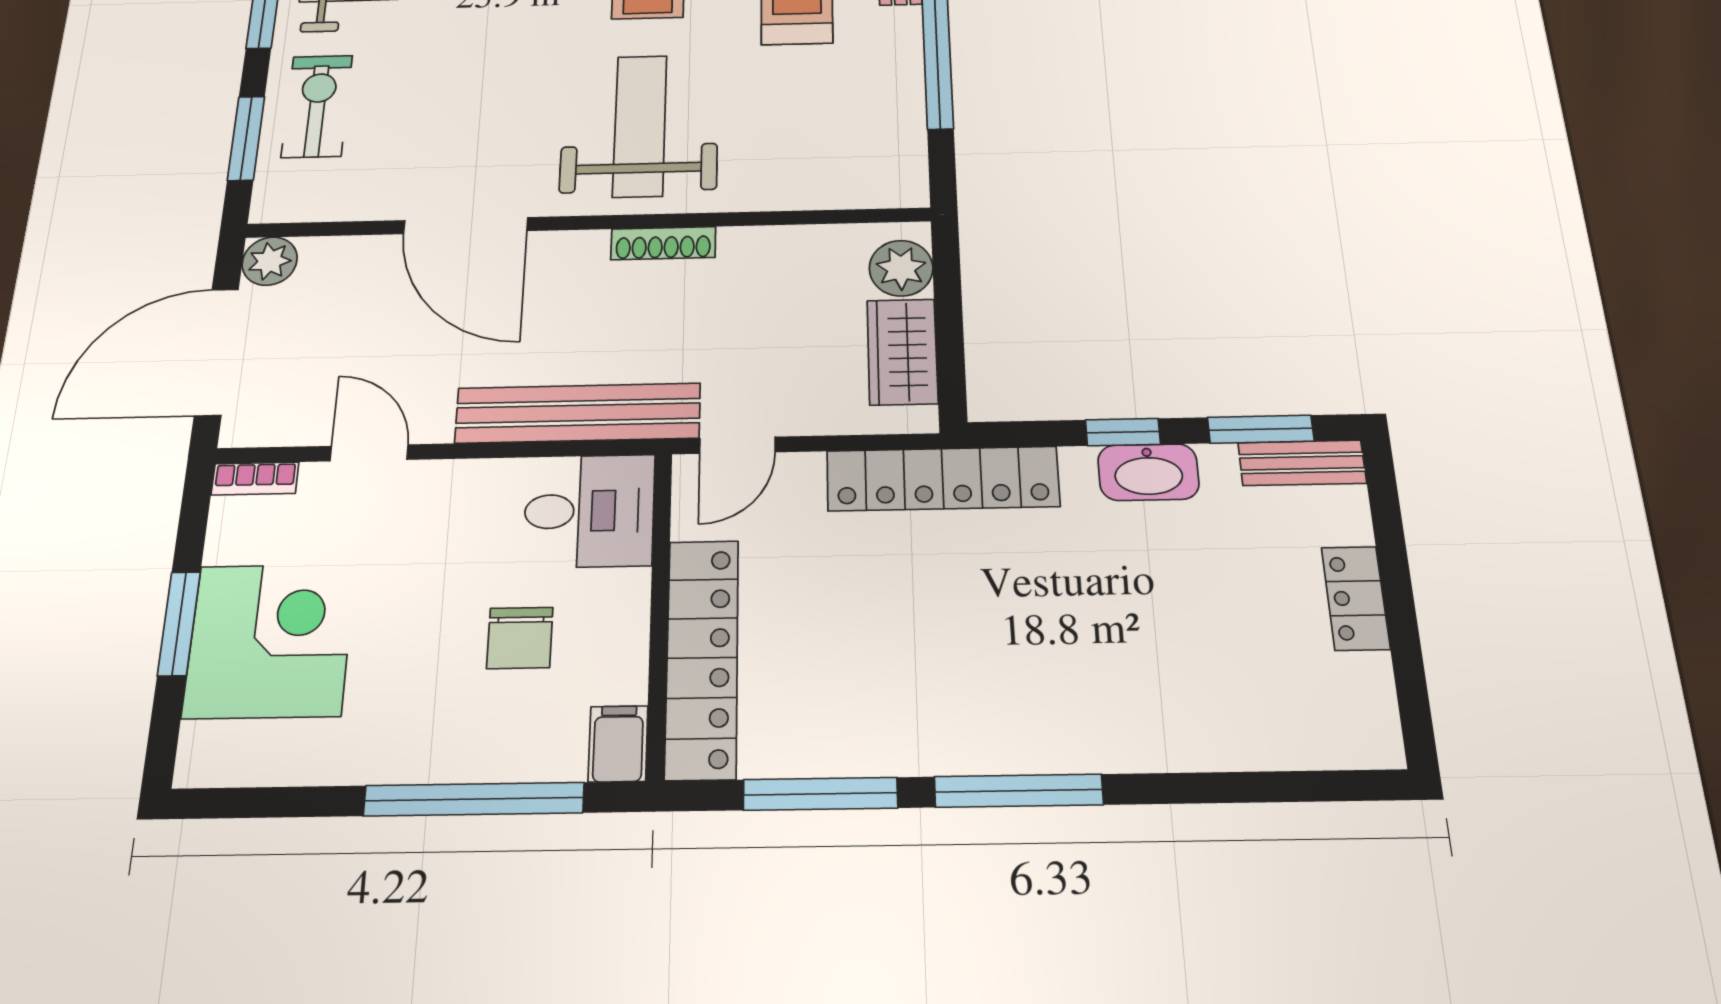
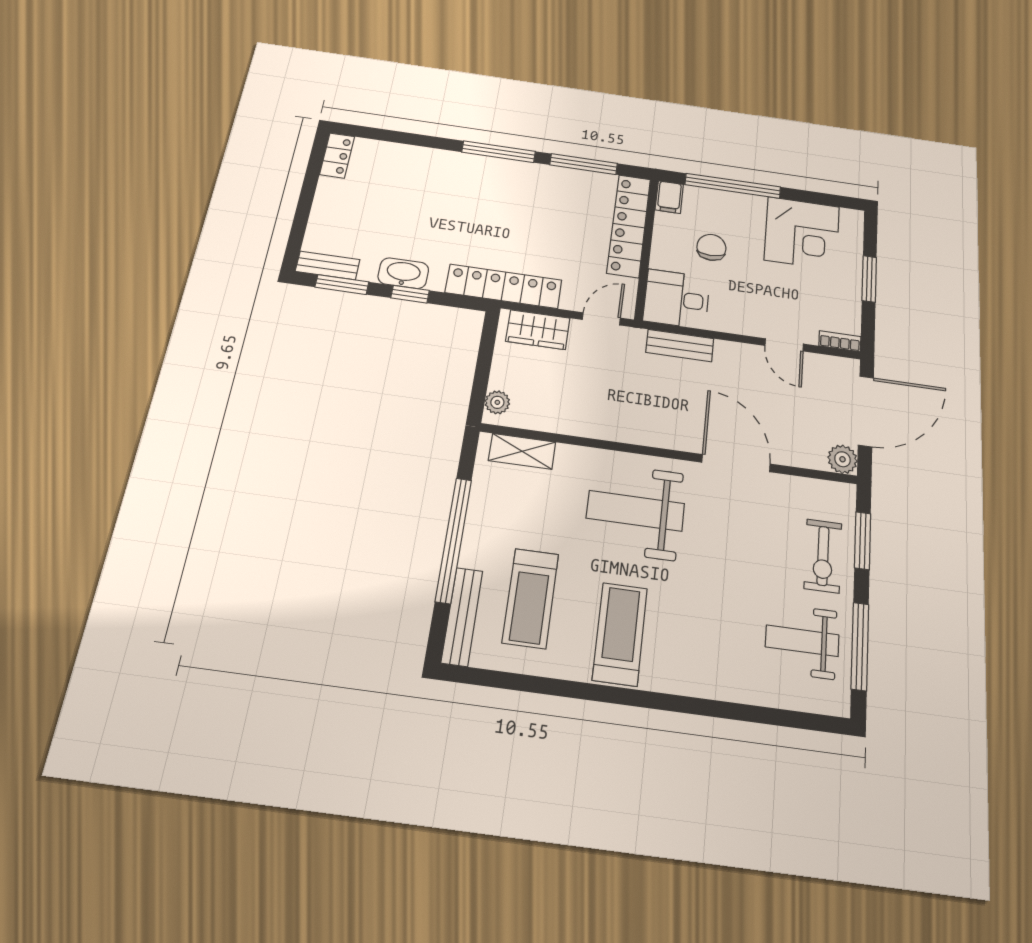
weight bench: (640, 126) -> (635, 511), turned 90
shelving: (849, 187) -> (522, 451), added
shoe rack: (663, 243) -> (628, 434), removed
plant: (901, 268) -> (497, 402), width x0.73, depth x0.73
wardrobe: (902, 352) -> (538, 330), moved, turned 90
bench: (578, 413) -> (680, 346), width x0.54, depth x0.82
locker: (1356, 598) -> (337, 155), moved
corner desk: (270, 640) -> (802, 233), moved, turned -90

